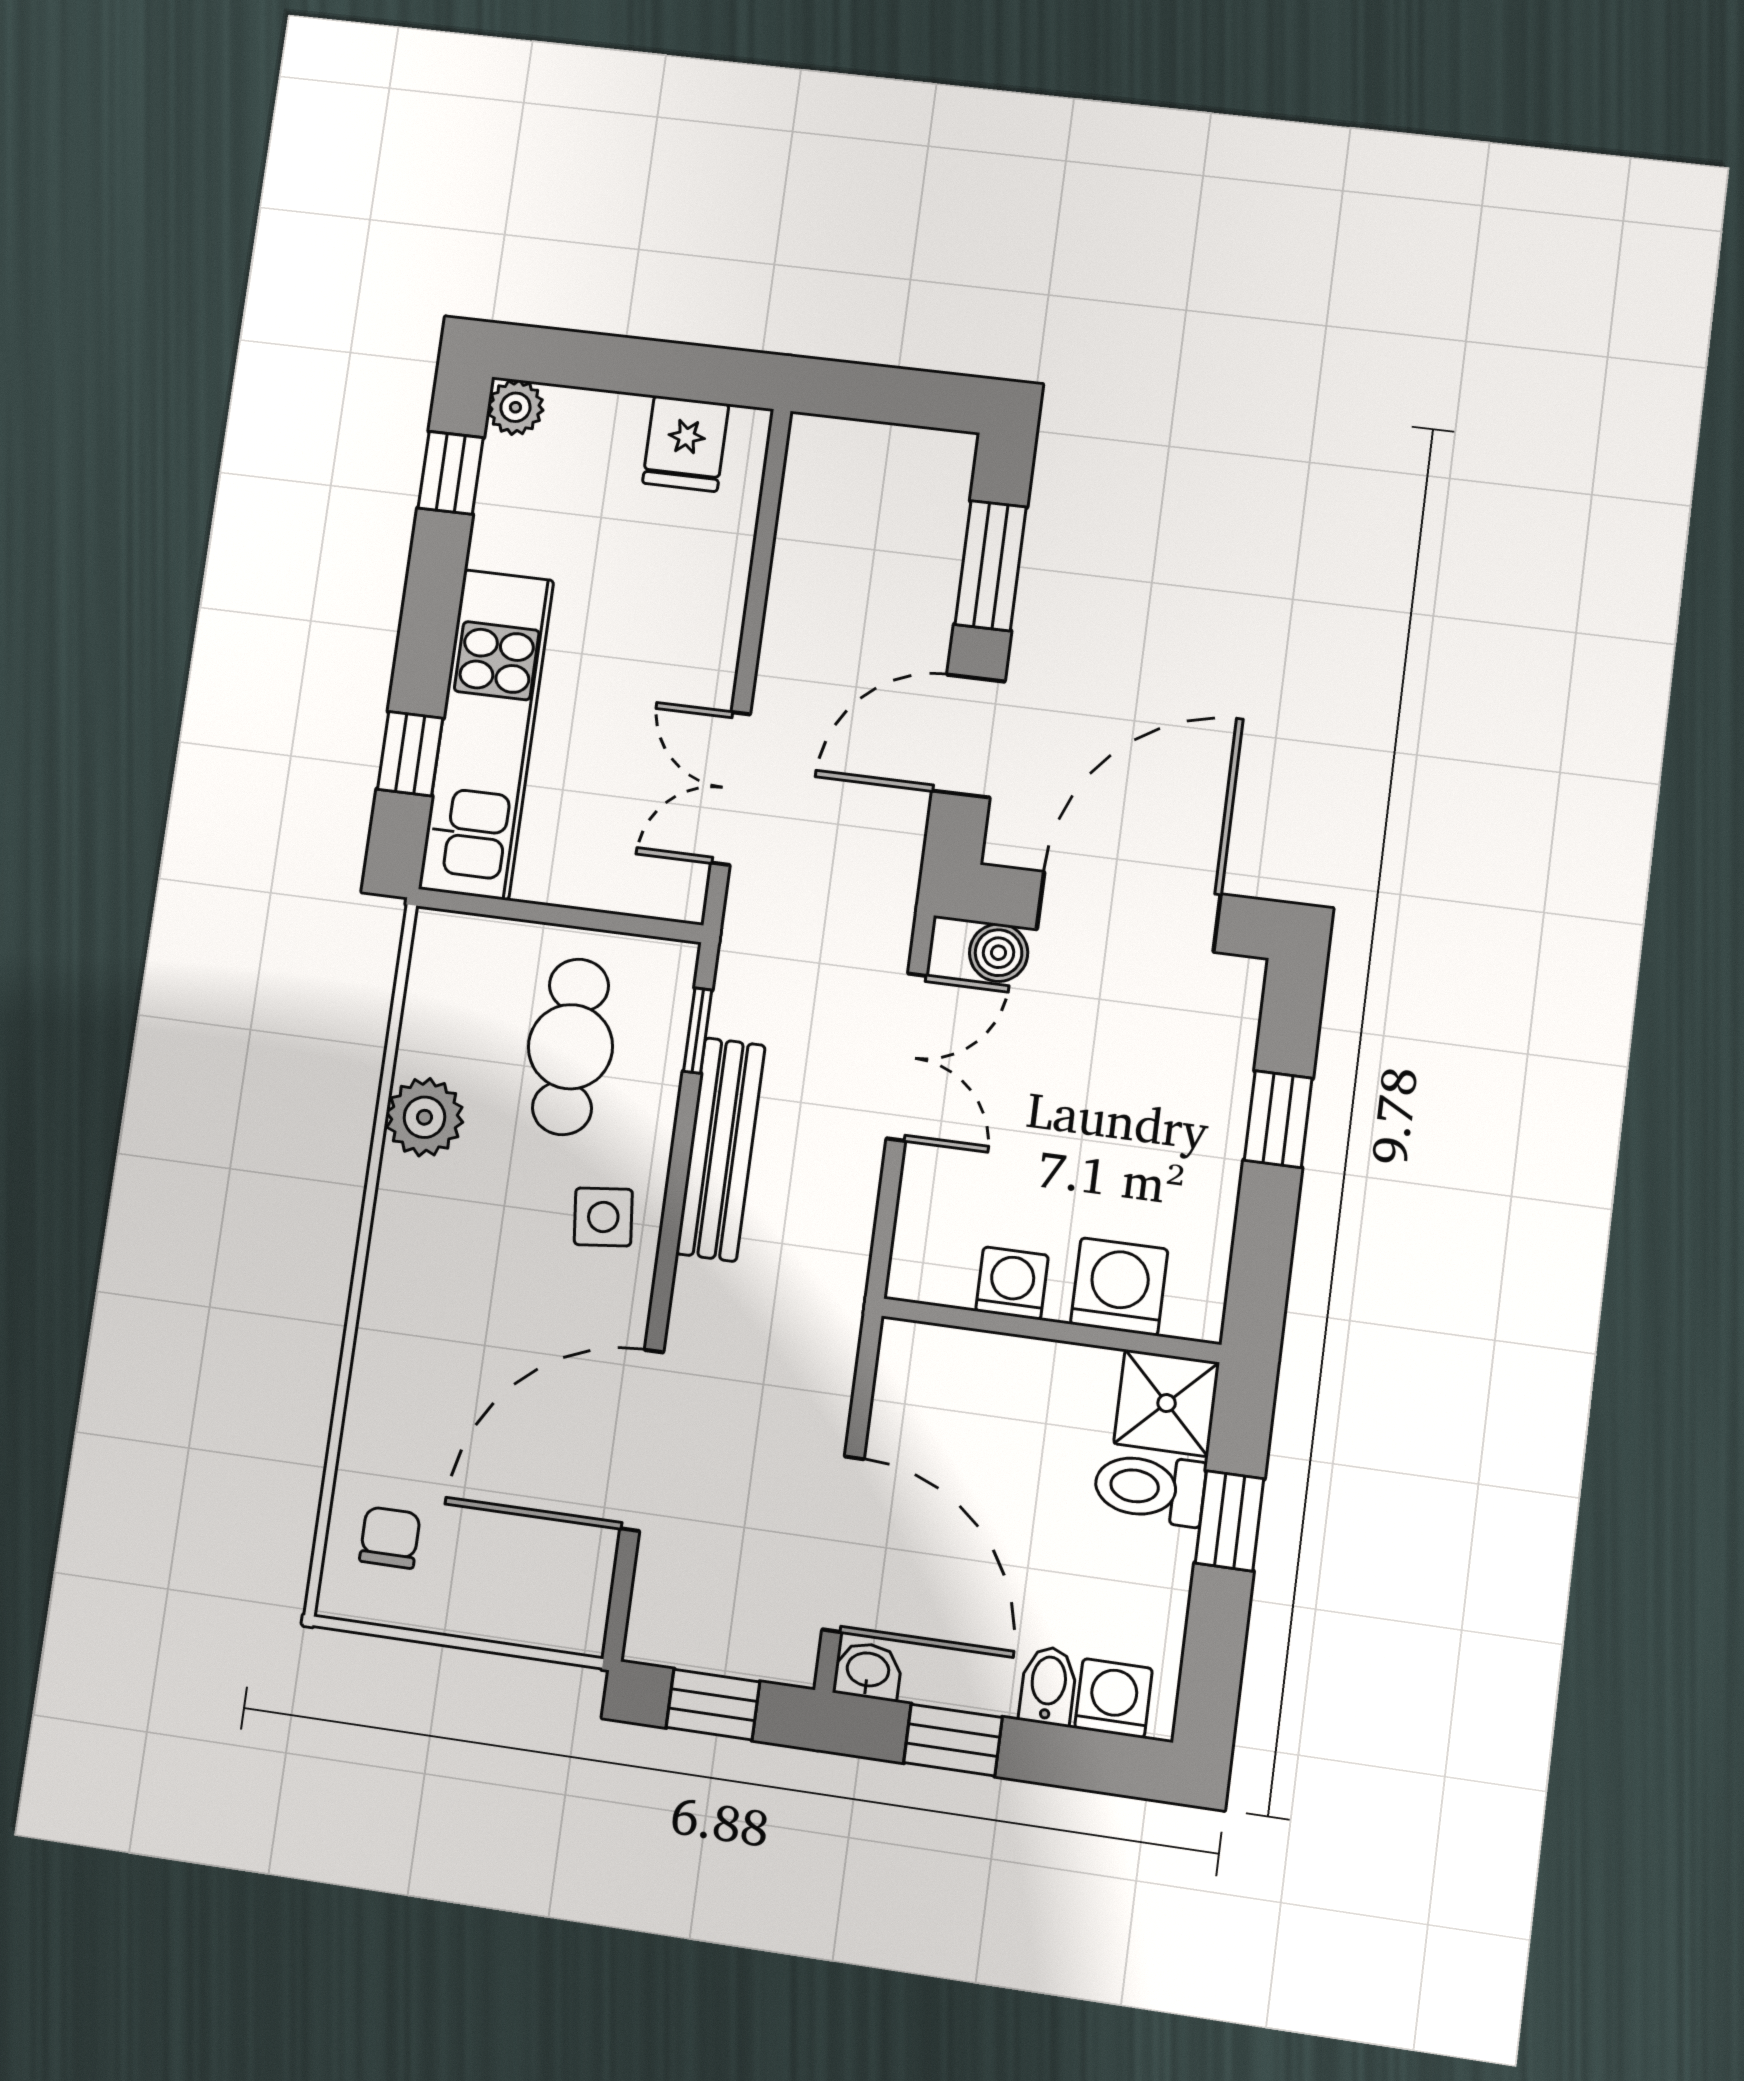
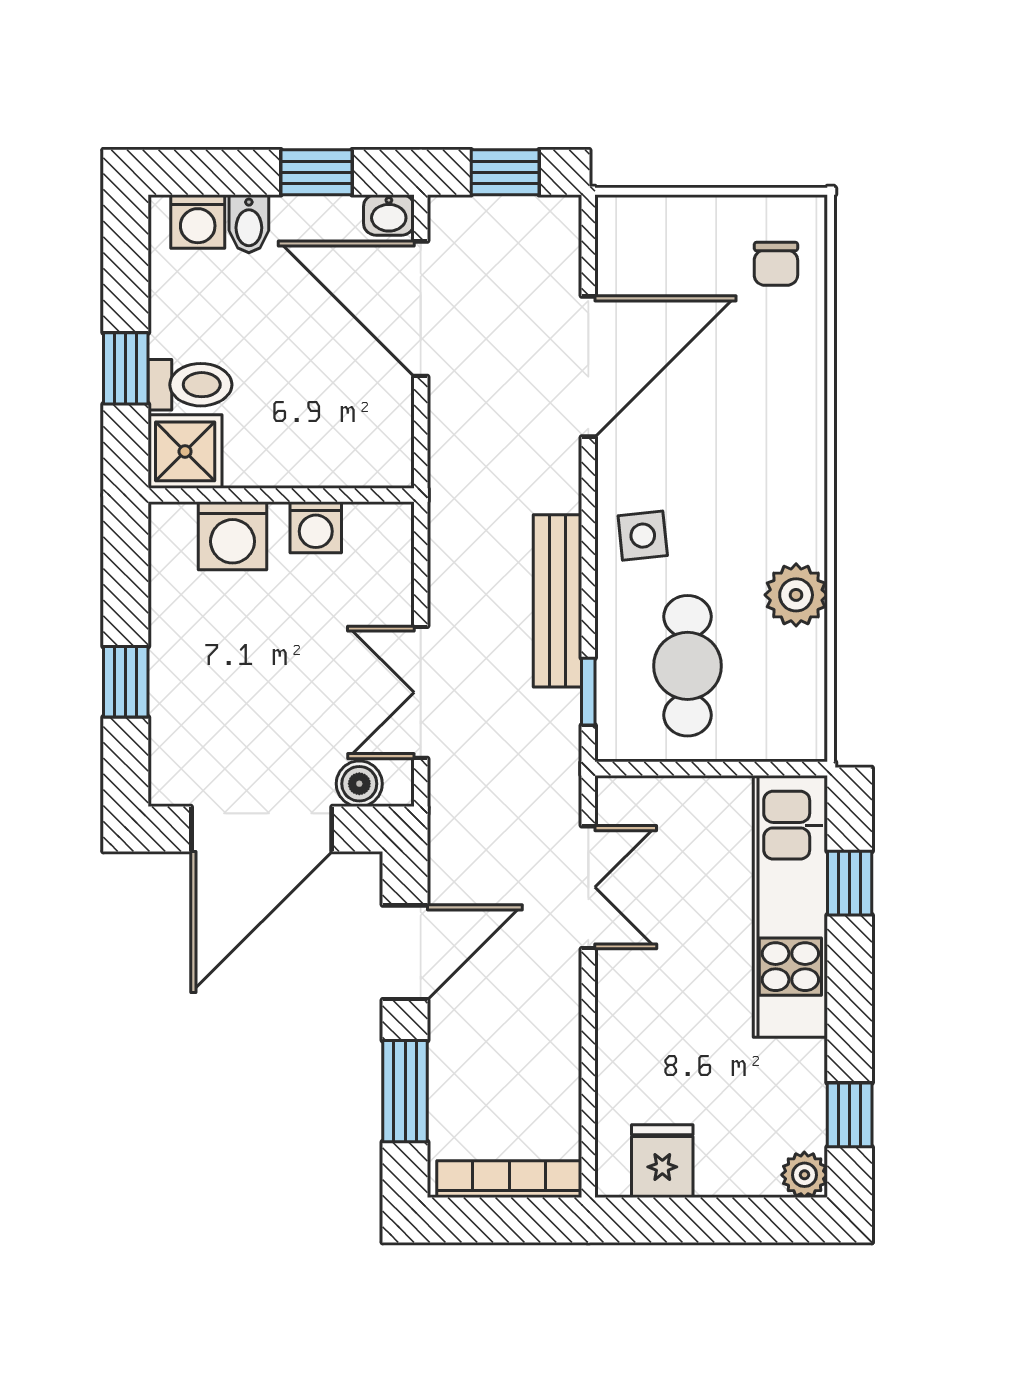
bookcase: (876, 444) -> (509, 1179), added

